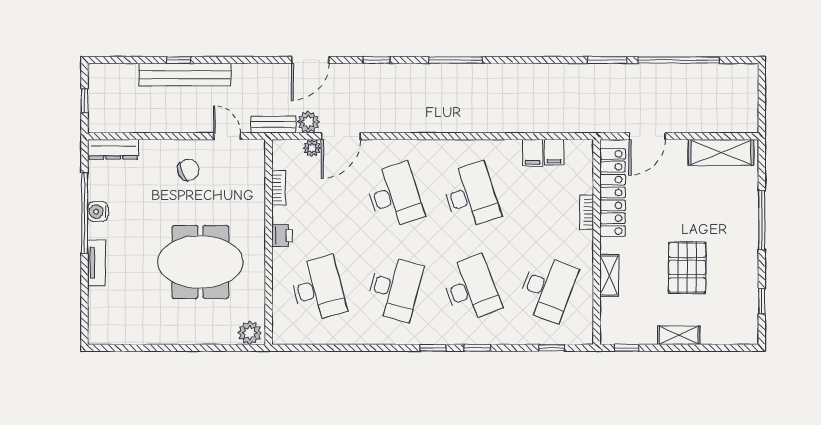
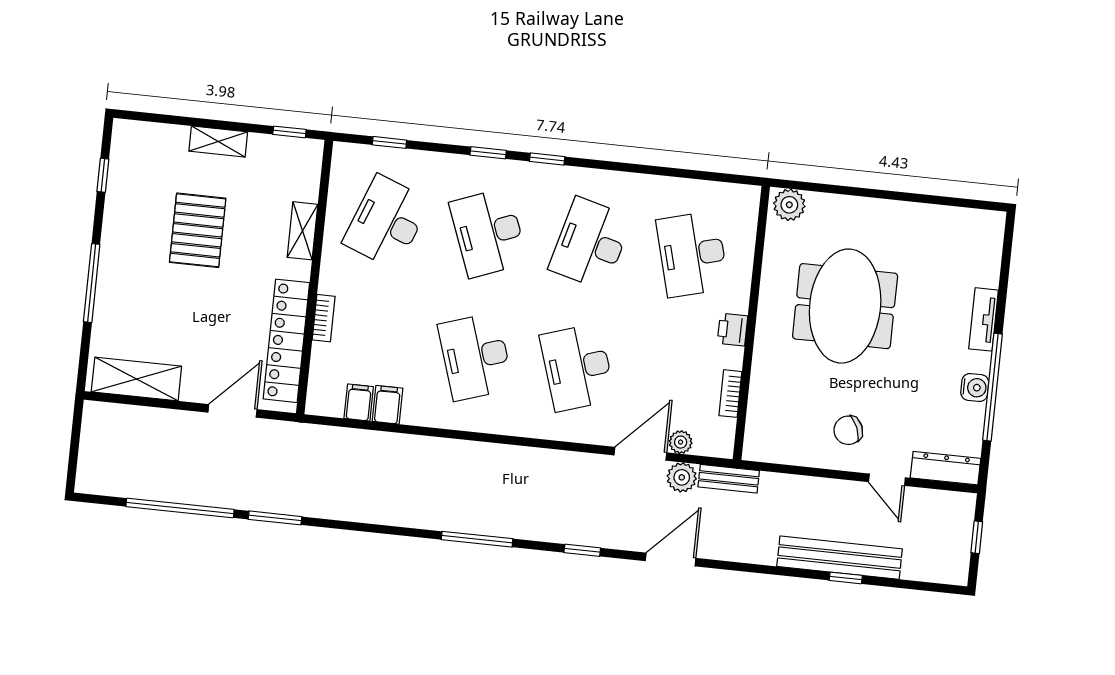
door: (227, 136) -> (887, 480), moved
meeting table: (200, 262) -> (845, 306), turned 90

